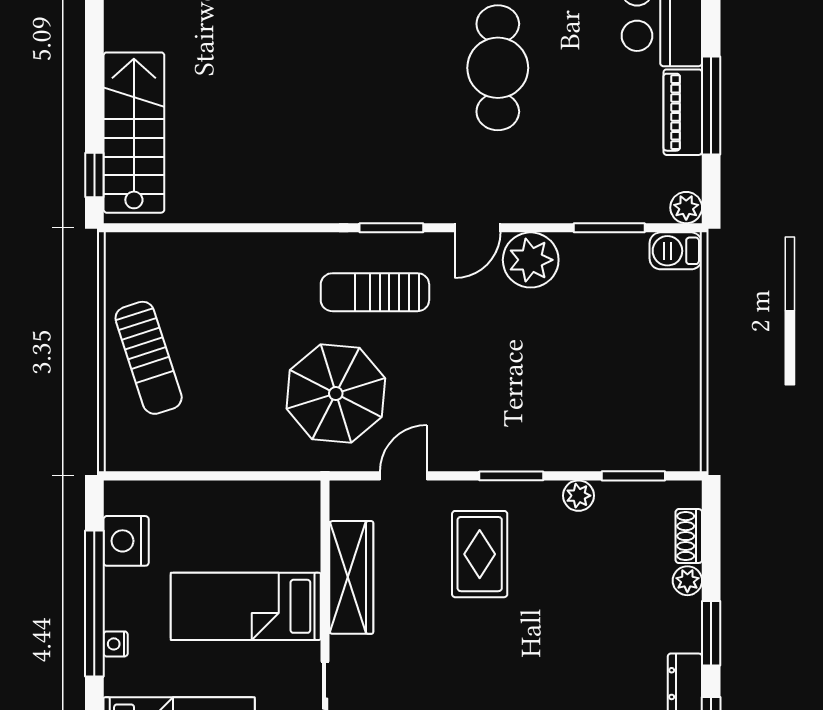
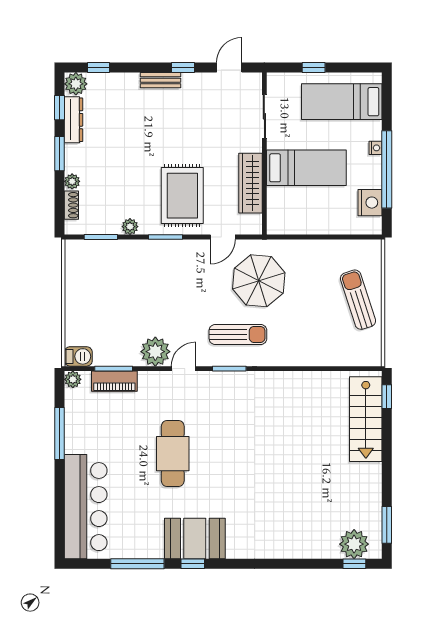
piano: (683, 112) -> (114, 381), moved, turned 90
rug: (480, 554) -> (182, 196), width x1.36, depth x1.43

